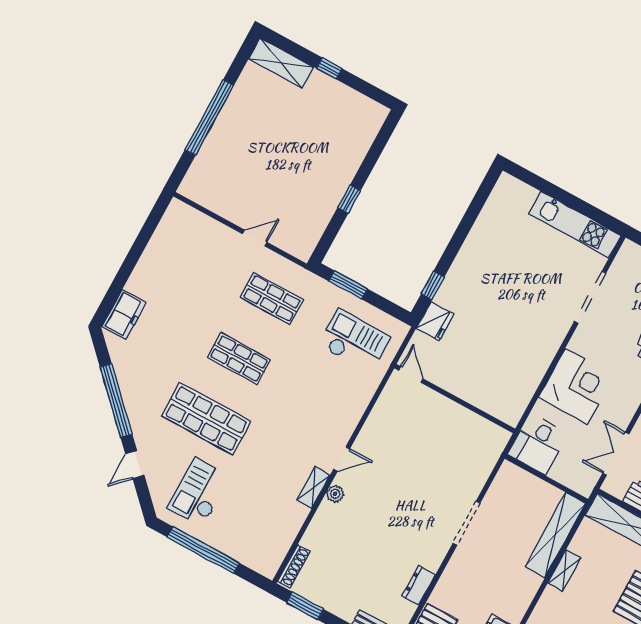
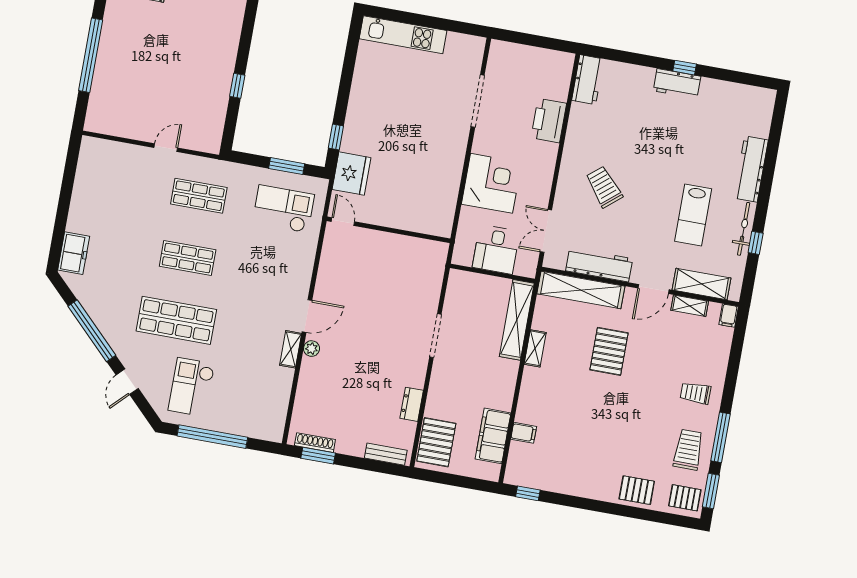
kitchen unit: (575, 225) -> (403, 35), moved
window: (348, 285) -> (287, 166), moved
fridge: (435, 321) -> (352, 174), width x1.36, depth x1.34
desk: (538, 444) -> (496, 249), moved
door: (342, 459) -> (307, 316), width x1.38
shoe rack: (294, 566) -> (315, 443), moved, turned -90

